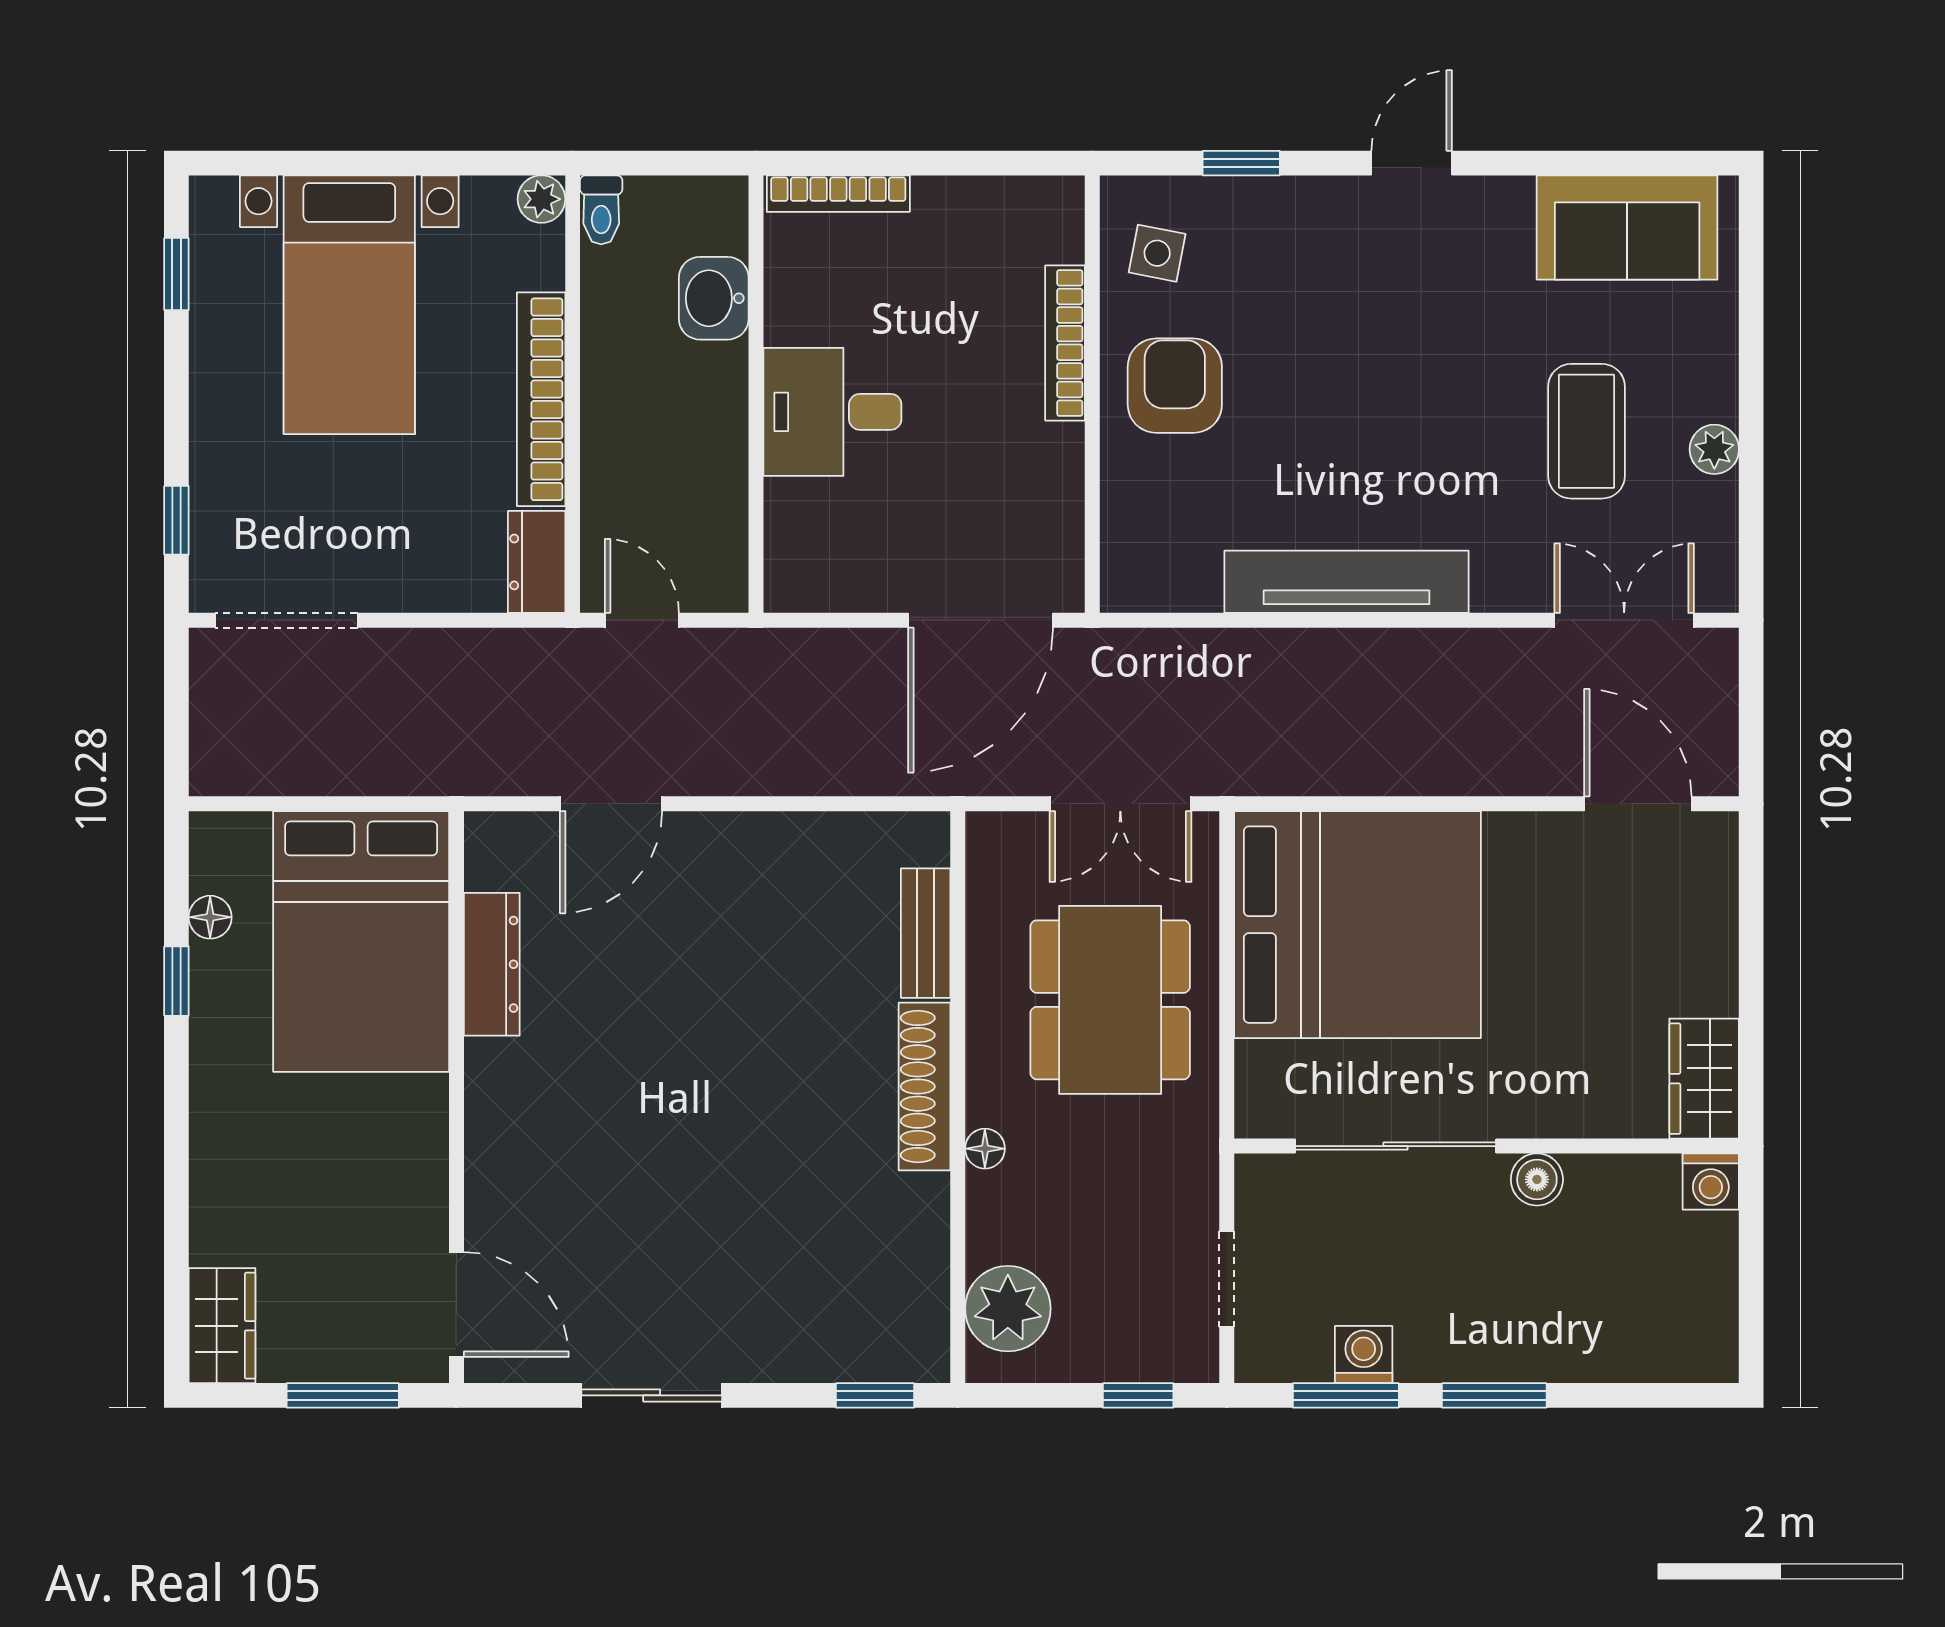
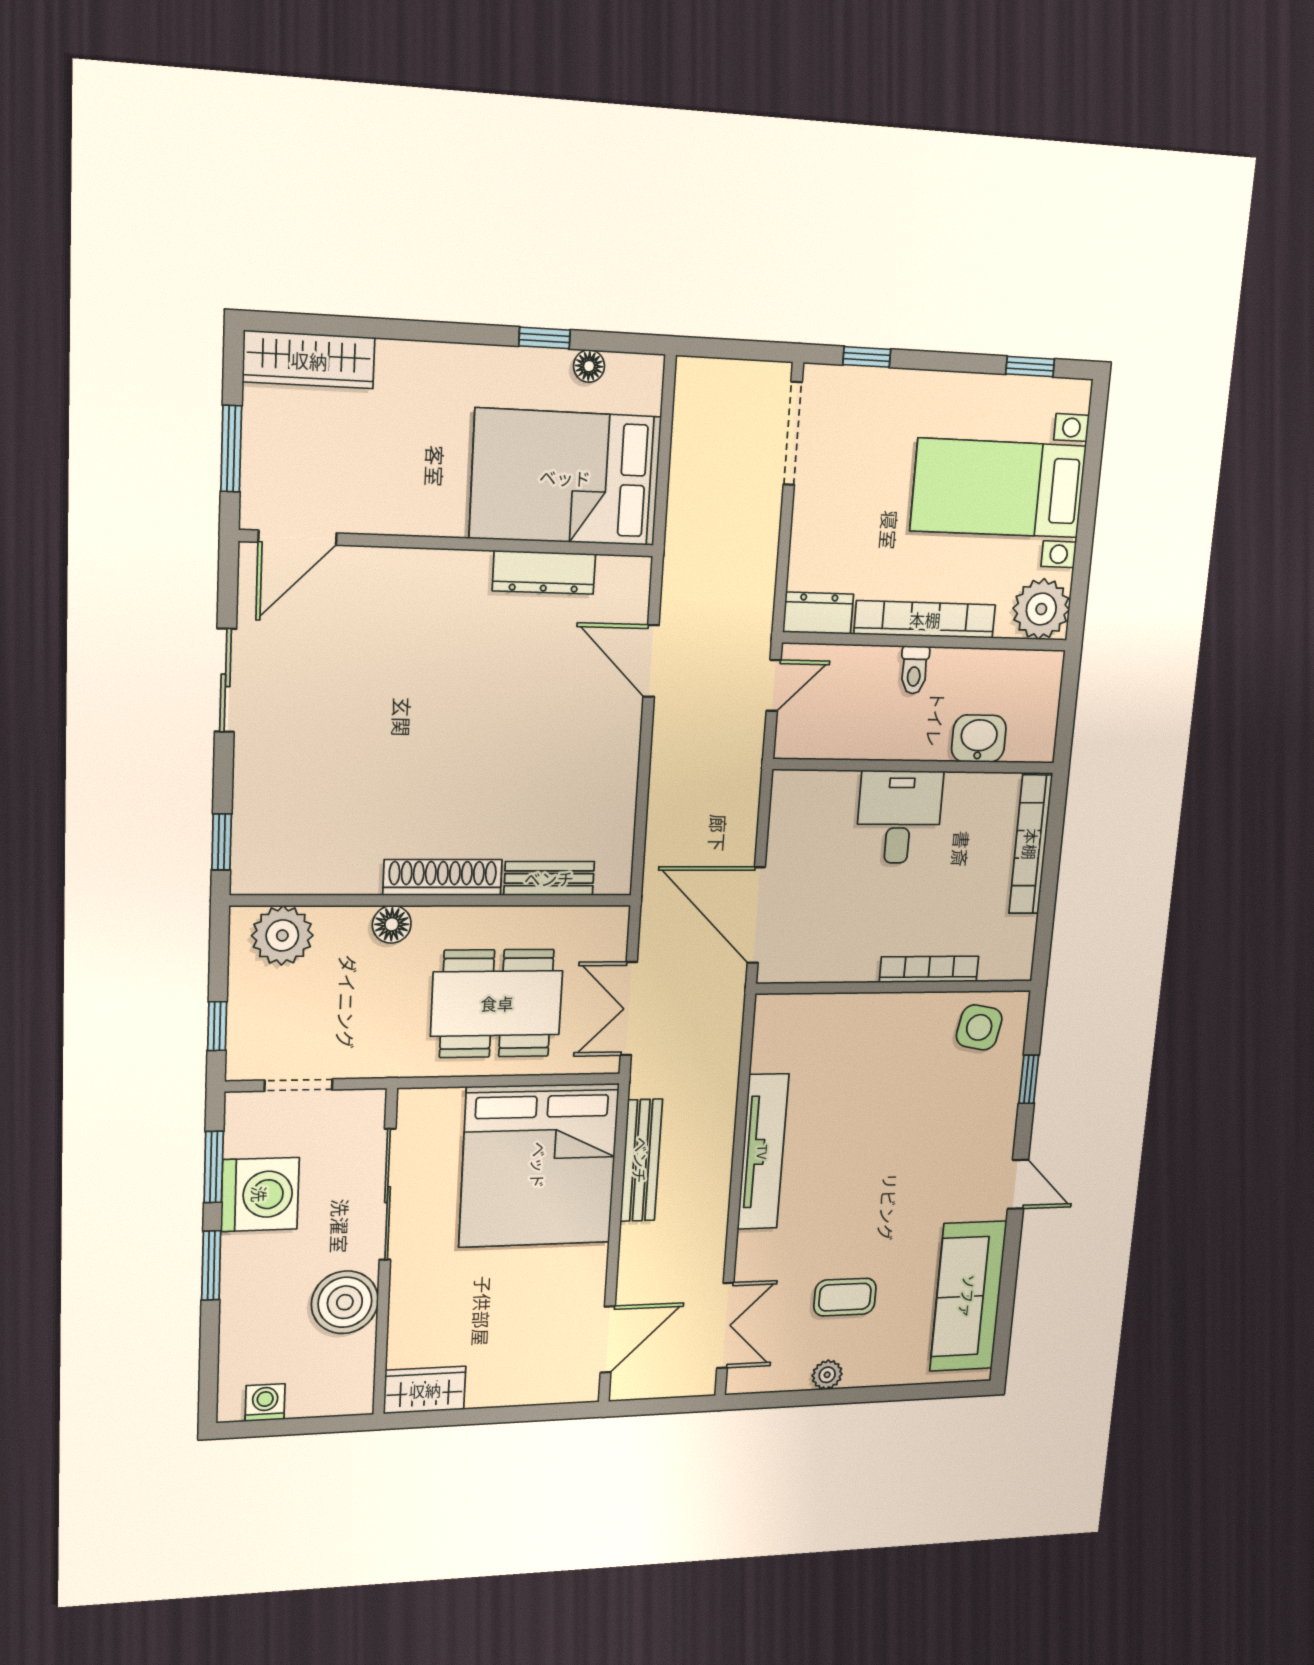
bookcase: (838, 194) -> (1031, 844), width x1.48, depth x1.31
plant: (541, 199) -> (1041, 609), width x1.88, depth x1.88
toilet: (601, 210) -> (914, 670), moved, turned -90
sofa: (1627, 228) -> (968, 1296), width x1.36
side table: (1157, 253) -> (979, 1027), width x1.37, depth x1.37
armchair: (1175, 386) -> (896, 1040), removed
coffee table: (1586, 431) -> (845, 1297), width x0.73, depth x0.77
bench: (1355, 770) -> (641, 1160), added
floor lamp: (985, 1149) -> (392, 924), width x1.37, depth x1.37
boiler: (1537, 1179) -> (345, 1302), width x1.86, depth x1.86
washing machine: (1711, 1182) -> (265, 1403), moved, turned 90
wardrobe: (222, 1326) -> (309, 360), width x1.50
washing machine: (1364, 1355) -> (260, 1194), width x1.89, depth x1.89

